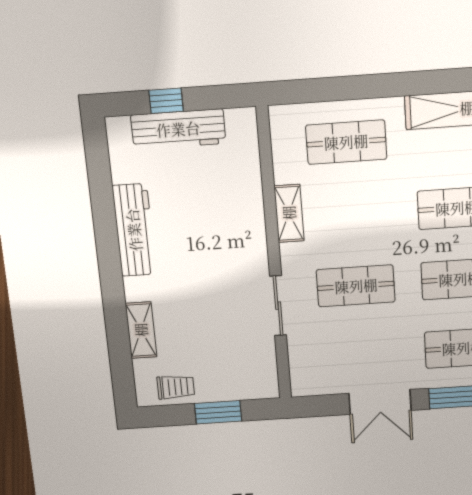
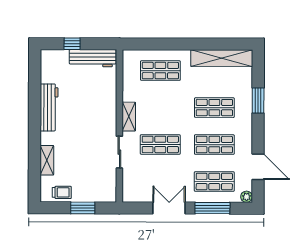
workbench: (178, 129) -> (93, 58), moved
shelving: (289, 213) -> (129, 117), moved
double door: (380, 402) -> (169, 208), swing flipped

